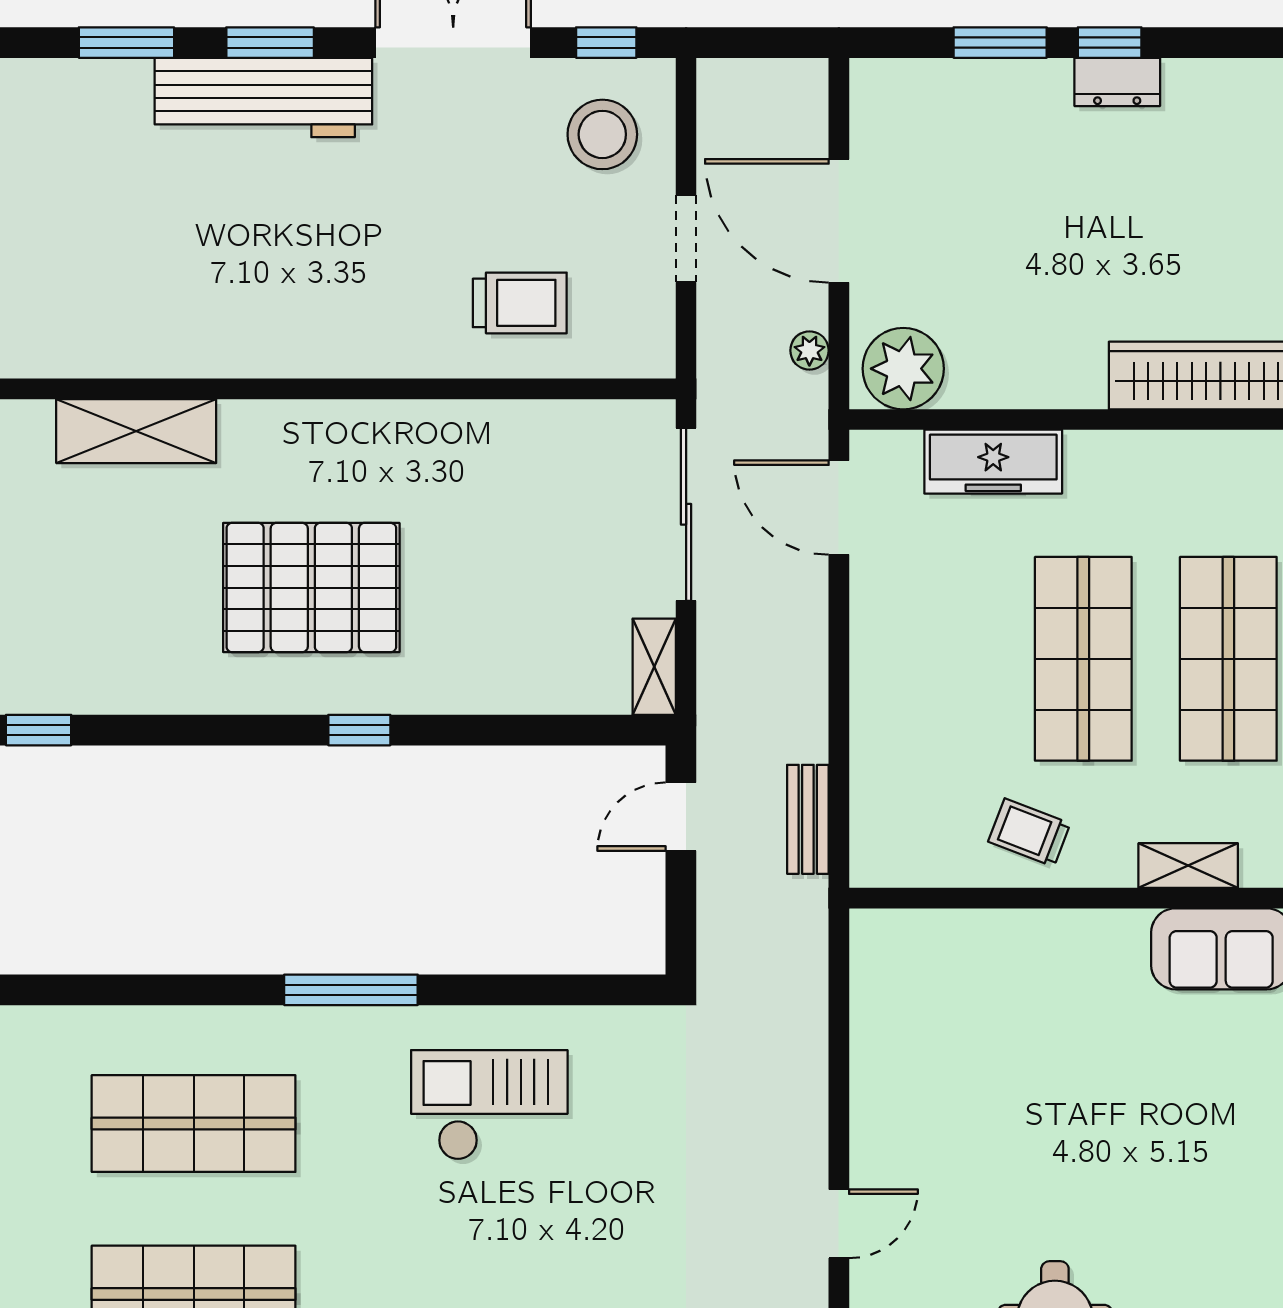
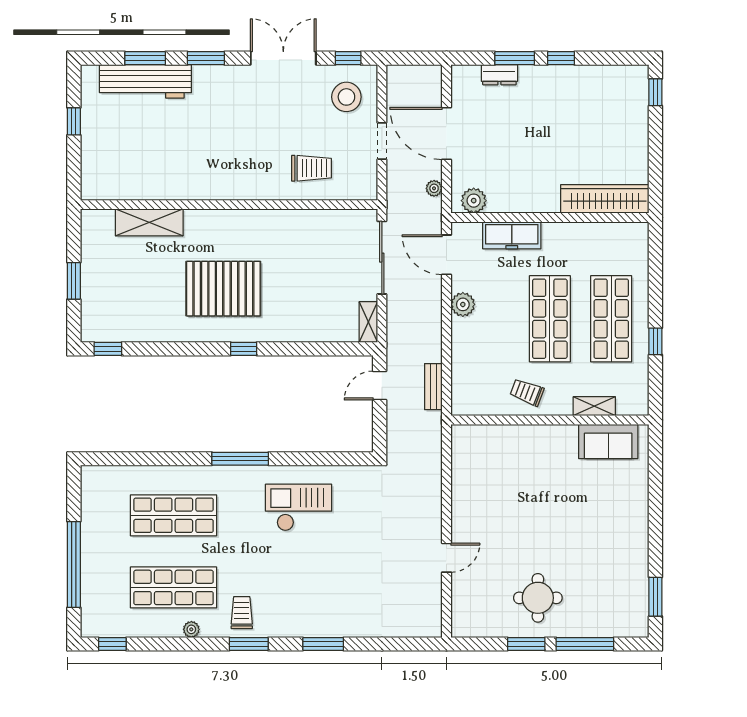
dresser: (1117, 82) -> (499, 75), moved
workbench: (263, 98) -> (145, 81), moved
plant: (903, 369) -> (474, 201), width x0.73, depth x0.73
plant: (878, 625) -> (463, 304), added

